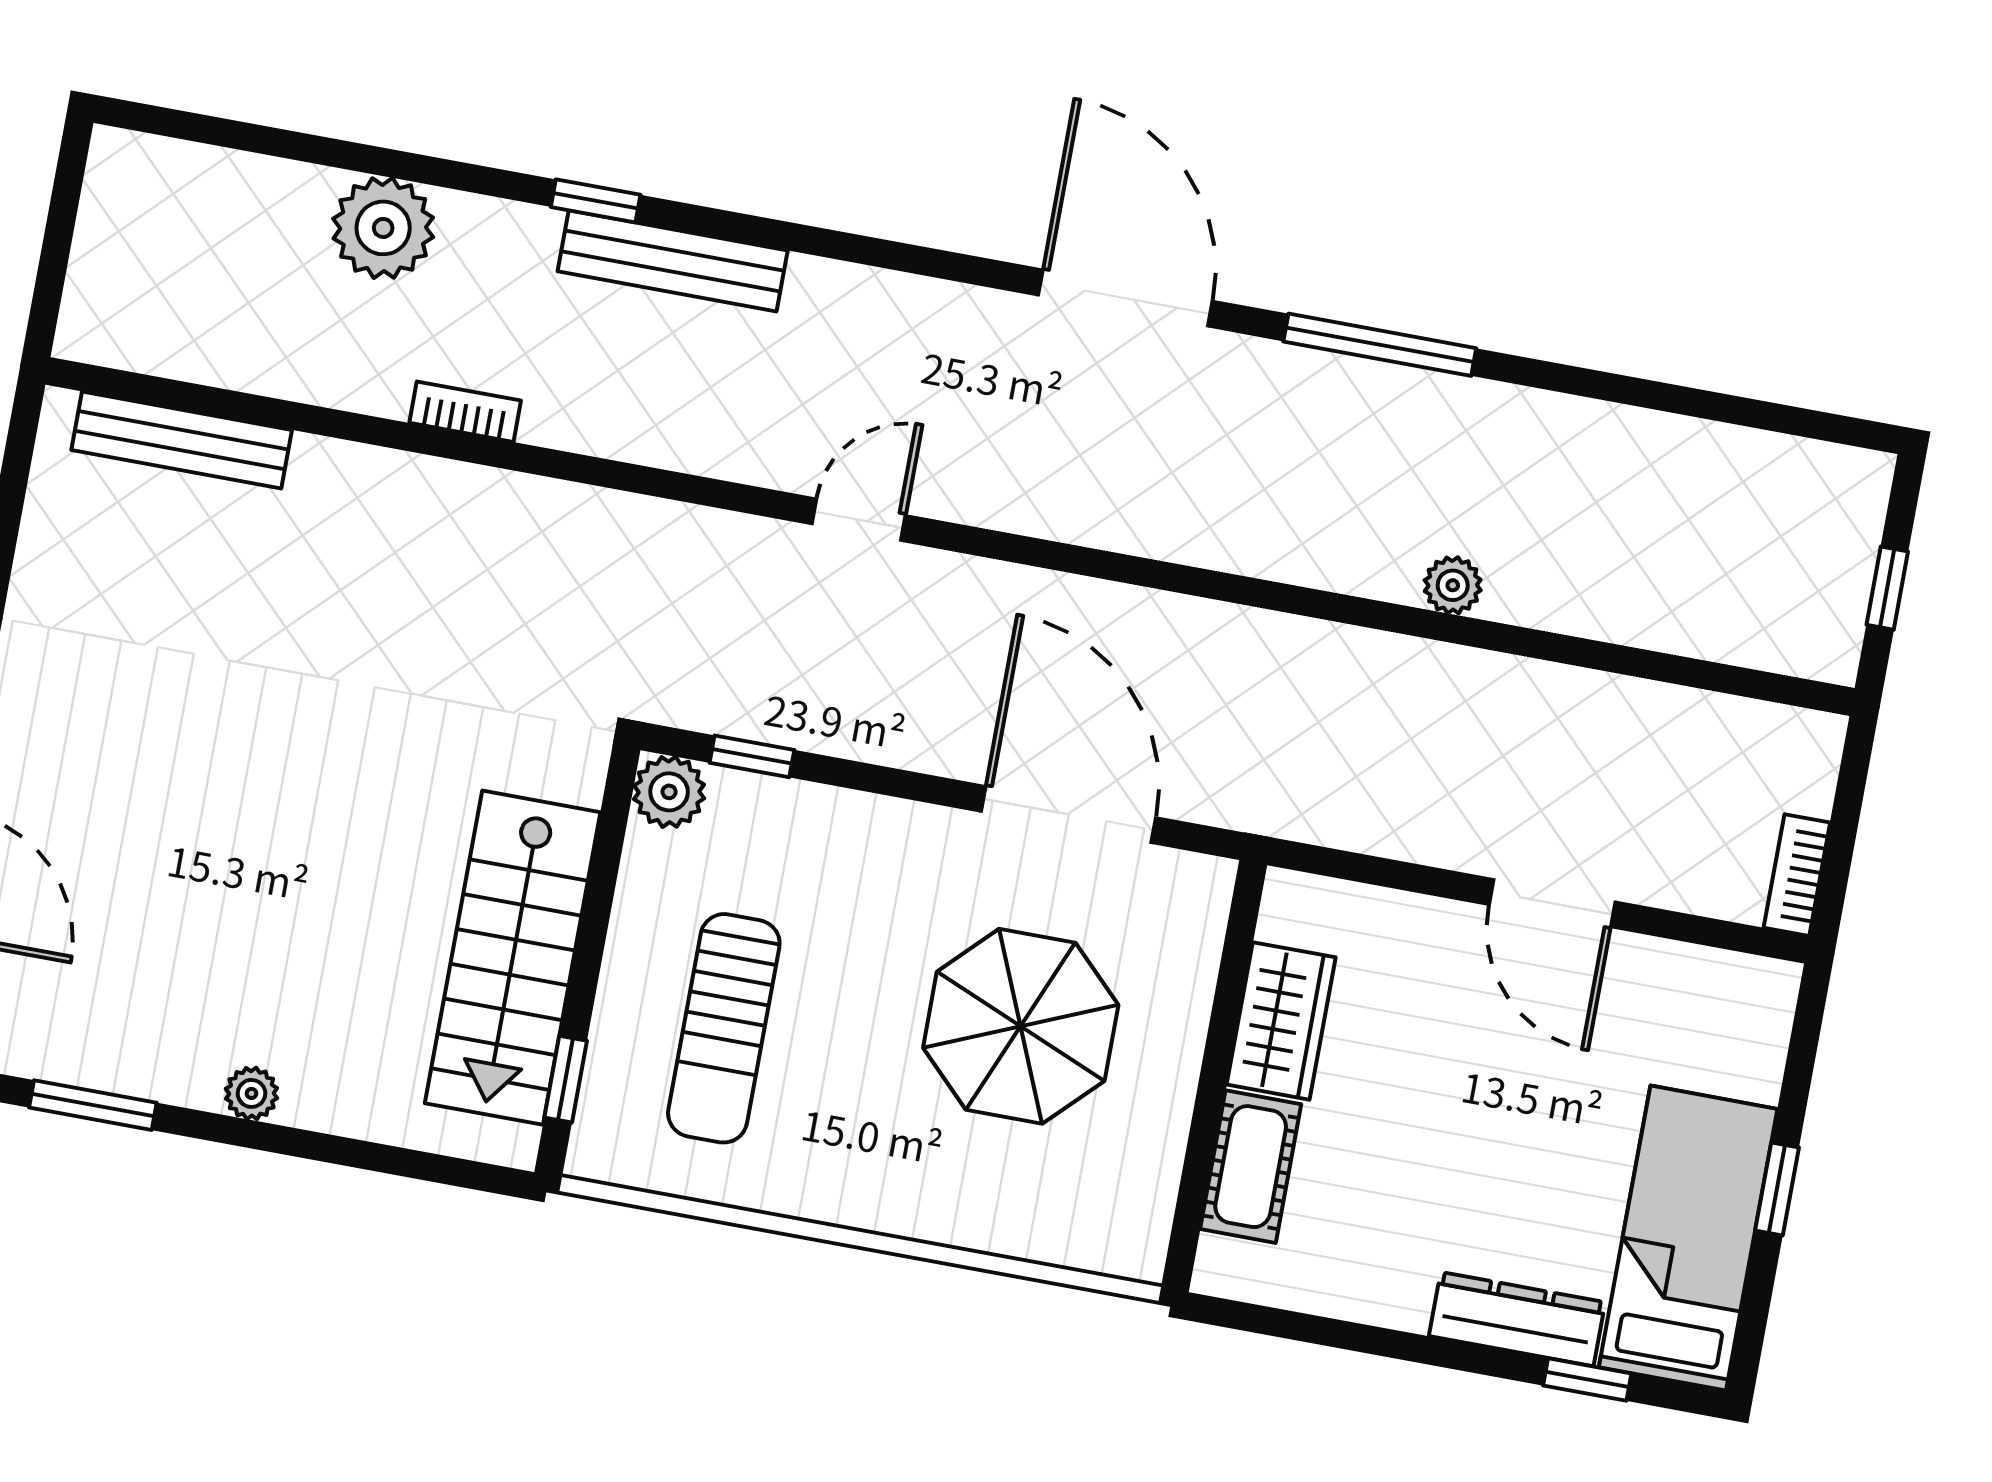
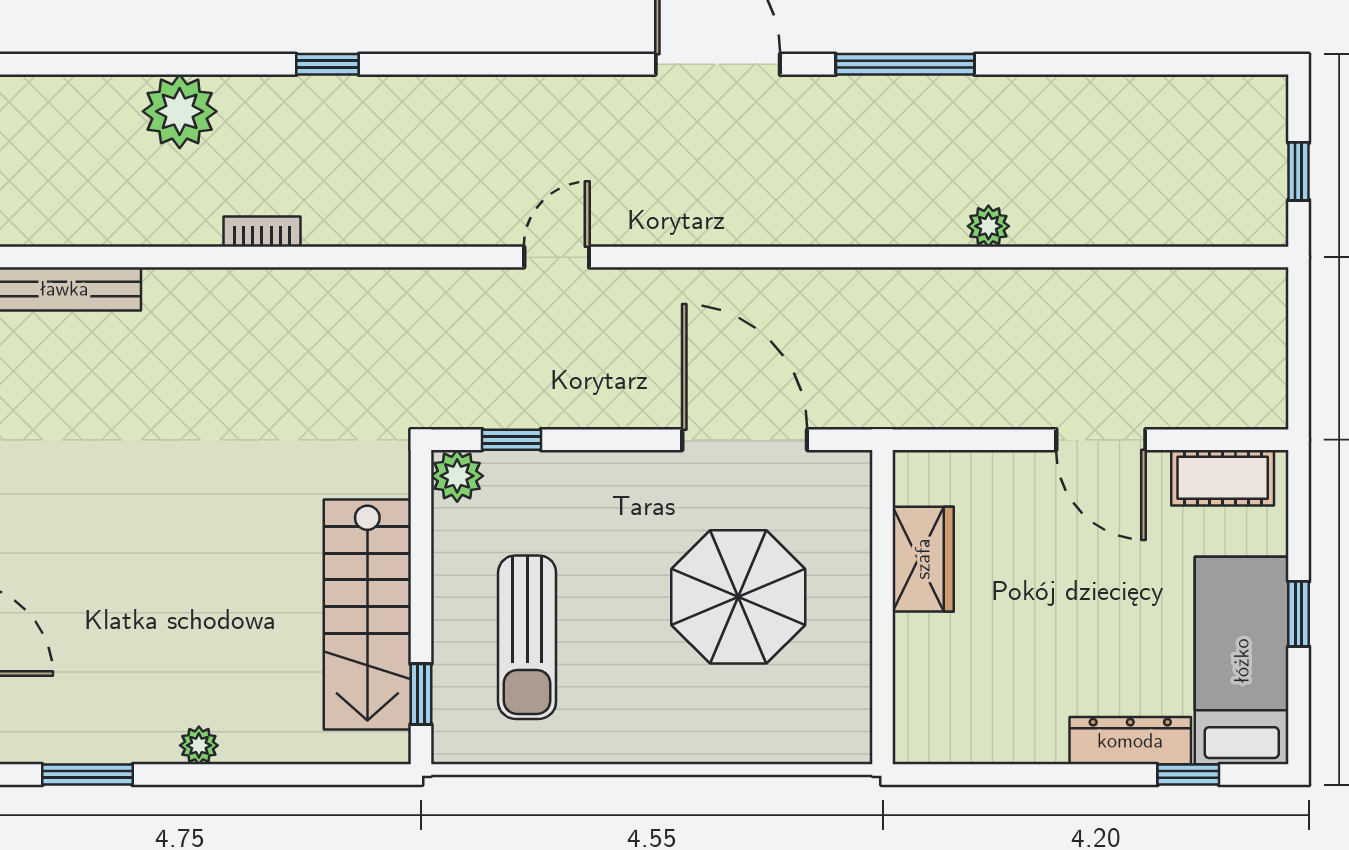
bench: (673, 261) -> (390, 97), removed
bookcase: (1797, 875) -> (1272, 388), removed
cot: (1251, 1167) -> (1223, 478), moved, turned 90

